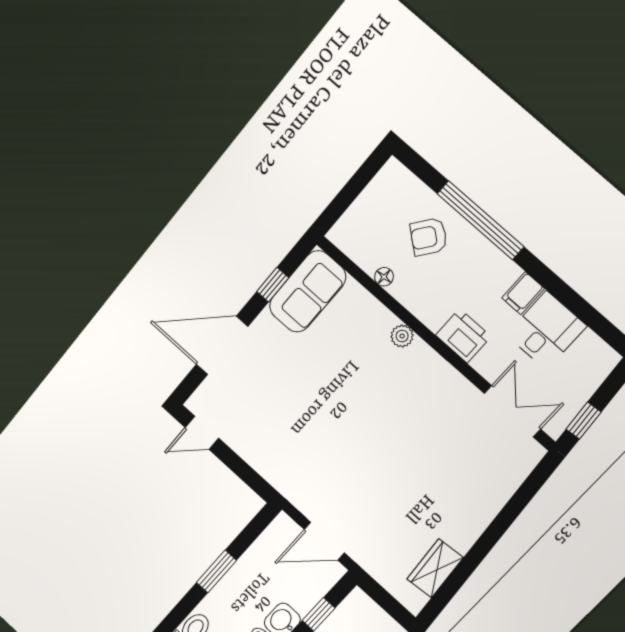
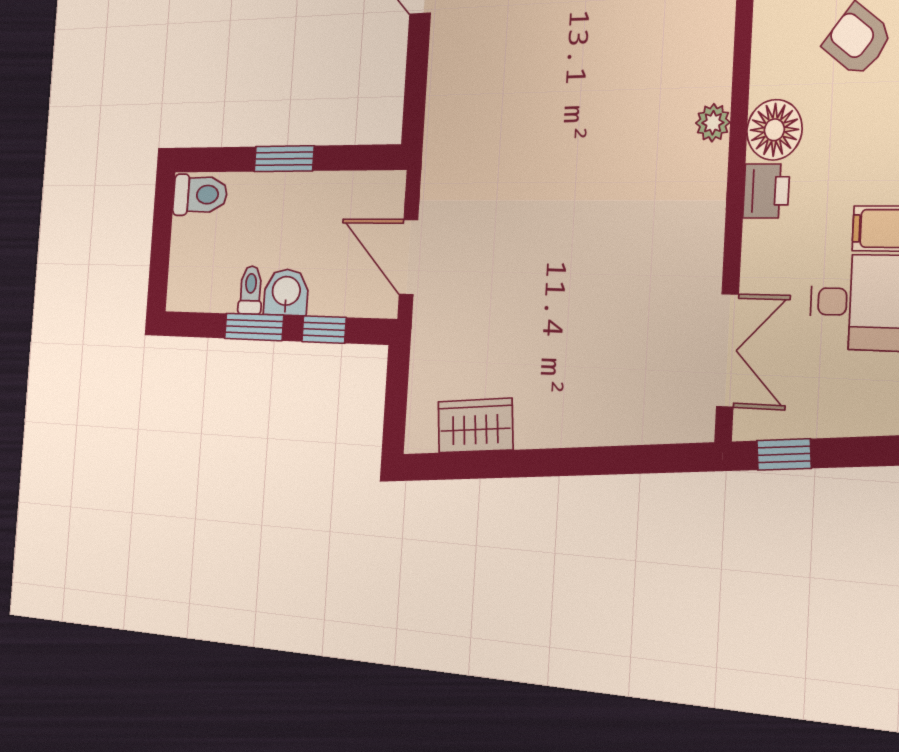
floor lamp: (384, 277) -> (774, 130), moved, width x1.89, depth x1.89
printer: (463, 336) -> (766, 191), width x0.73, depth x0.81

